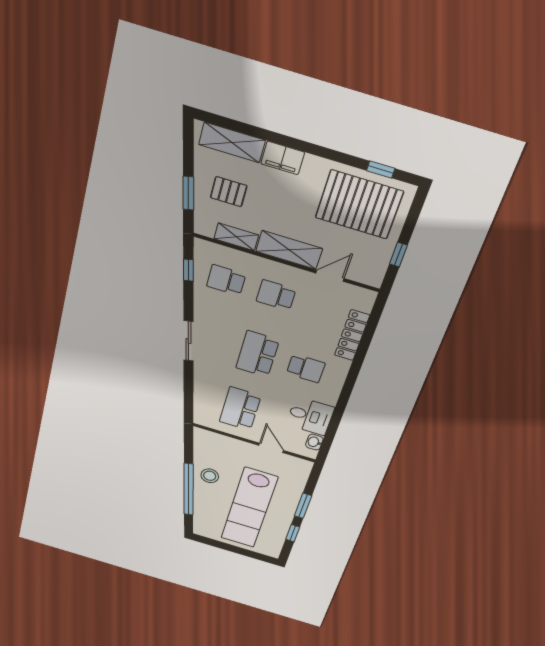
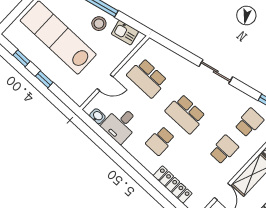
school desk: (257, 354) -> (186, 114), turned 180
school desk: (240, 409) -> (147, 78), turned 180
kitchen sink: (203, 448) -> (125, 33), added
window: (303, 506) -> (44, 79), width x0.67

